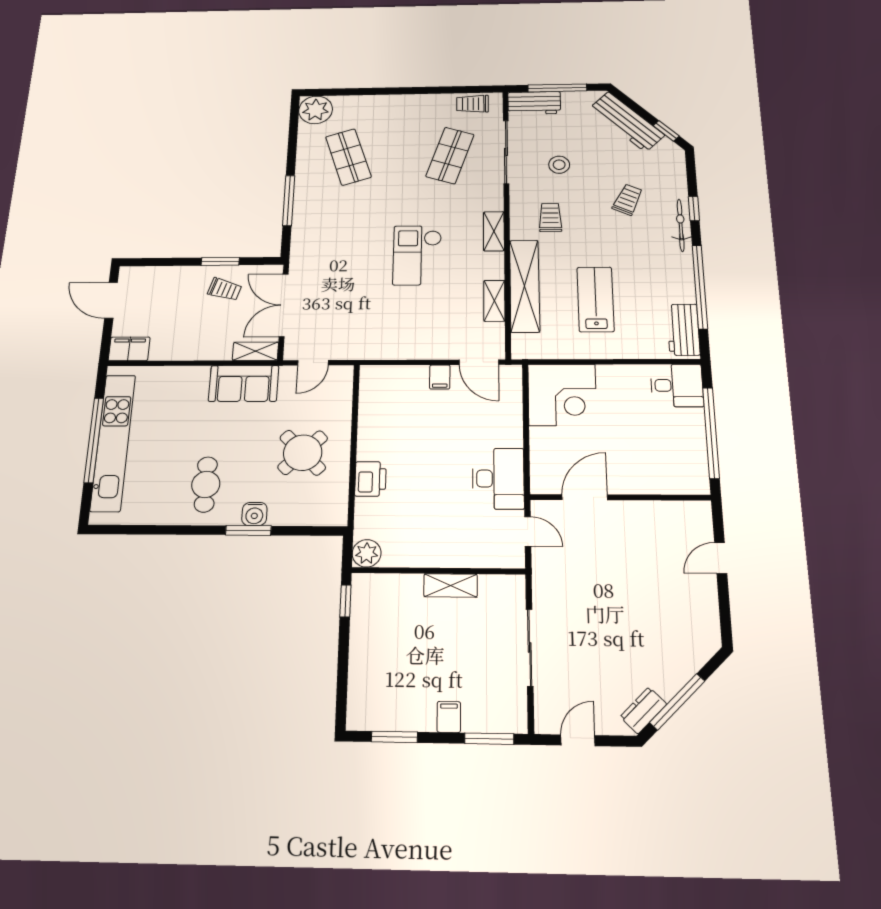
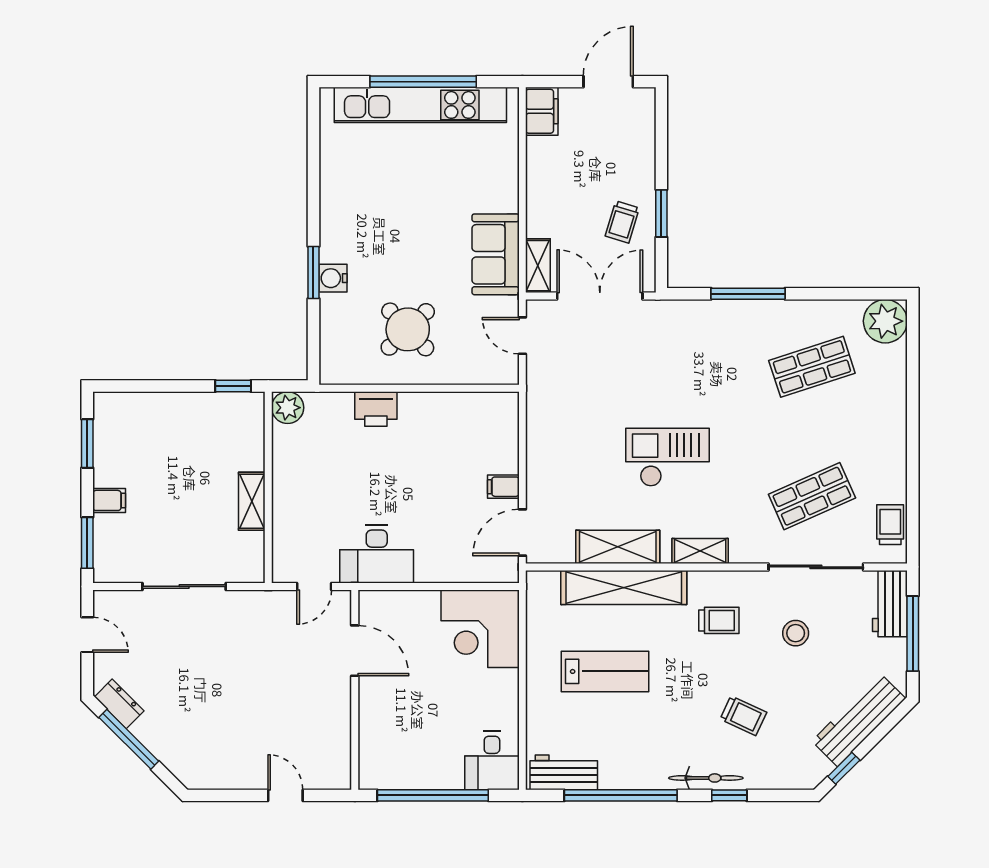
shop shelf: (450, 155) -> (812, 496), turned -42
shelving: (494, 301) -> (618, 547), width x1.50, depth x1.33
cafe table: (206, 484) -> (368, 219), removed

